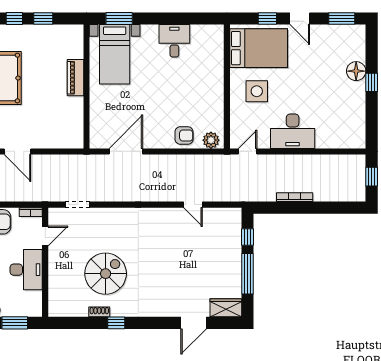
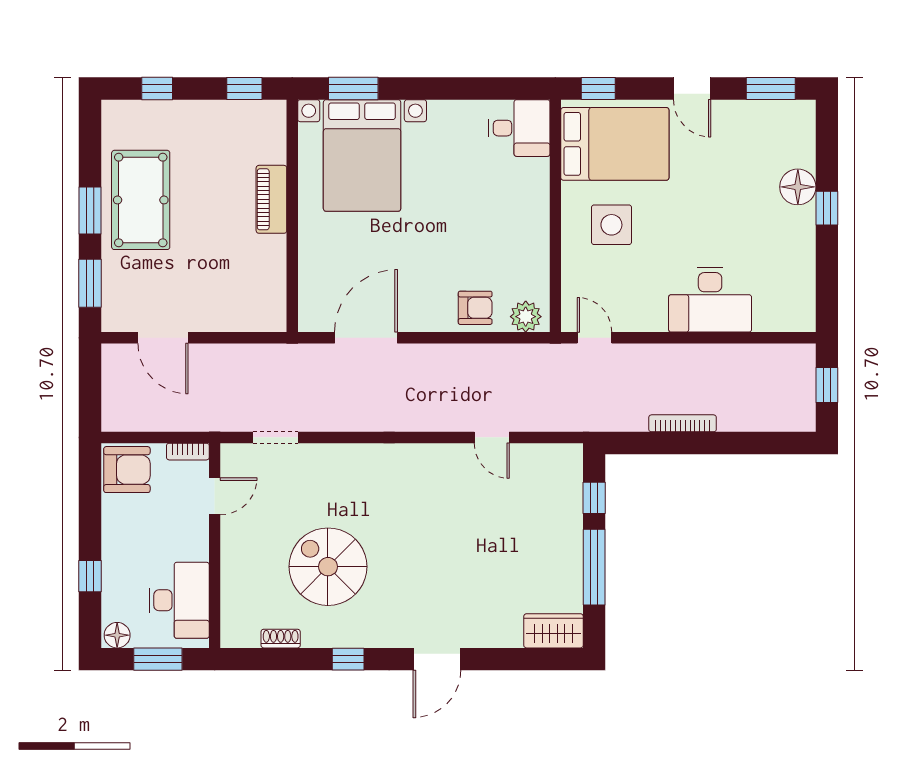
window: (43, 19) -> (244, 88), moved
window: (267, 19) -> (598, 88), moved
desk: (174, 41) -> (519, 128), moved, turned 90
bed with nightstands: (115, 54) -> (362, 155), width x1.36
desk: (293, 131) -> (710, 300), moved
door: (248, 151) -> (595, 338), hinge flipped
desk: (26, 270) -> (179, 600), moved
spiral stairs: (106, 274) -> (328, 567), turned -90
shoe rack: (99, 312) -> (281, 639), moved
door: (194, 323) -> (437, 659), moved

